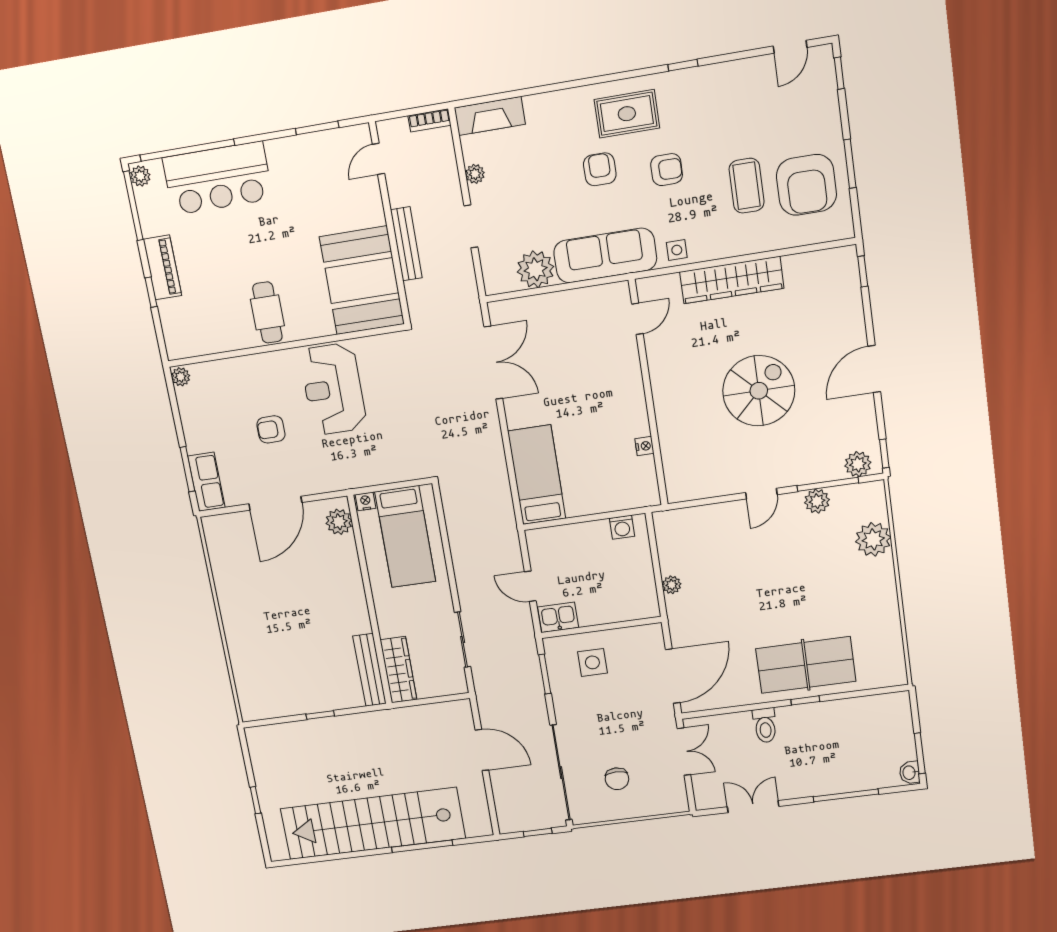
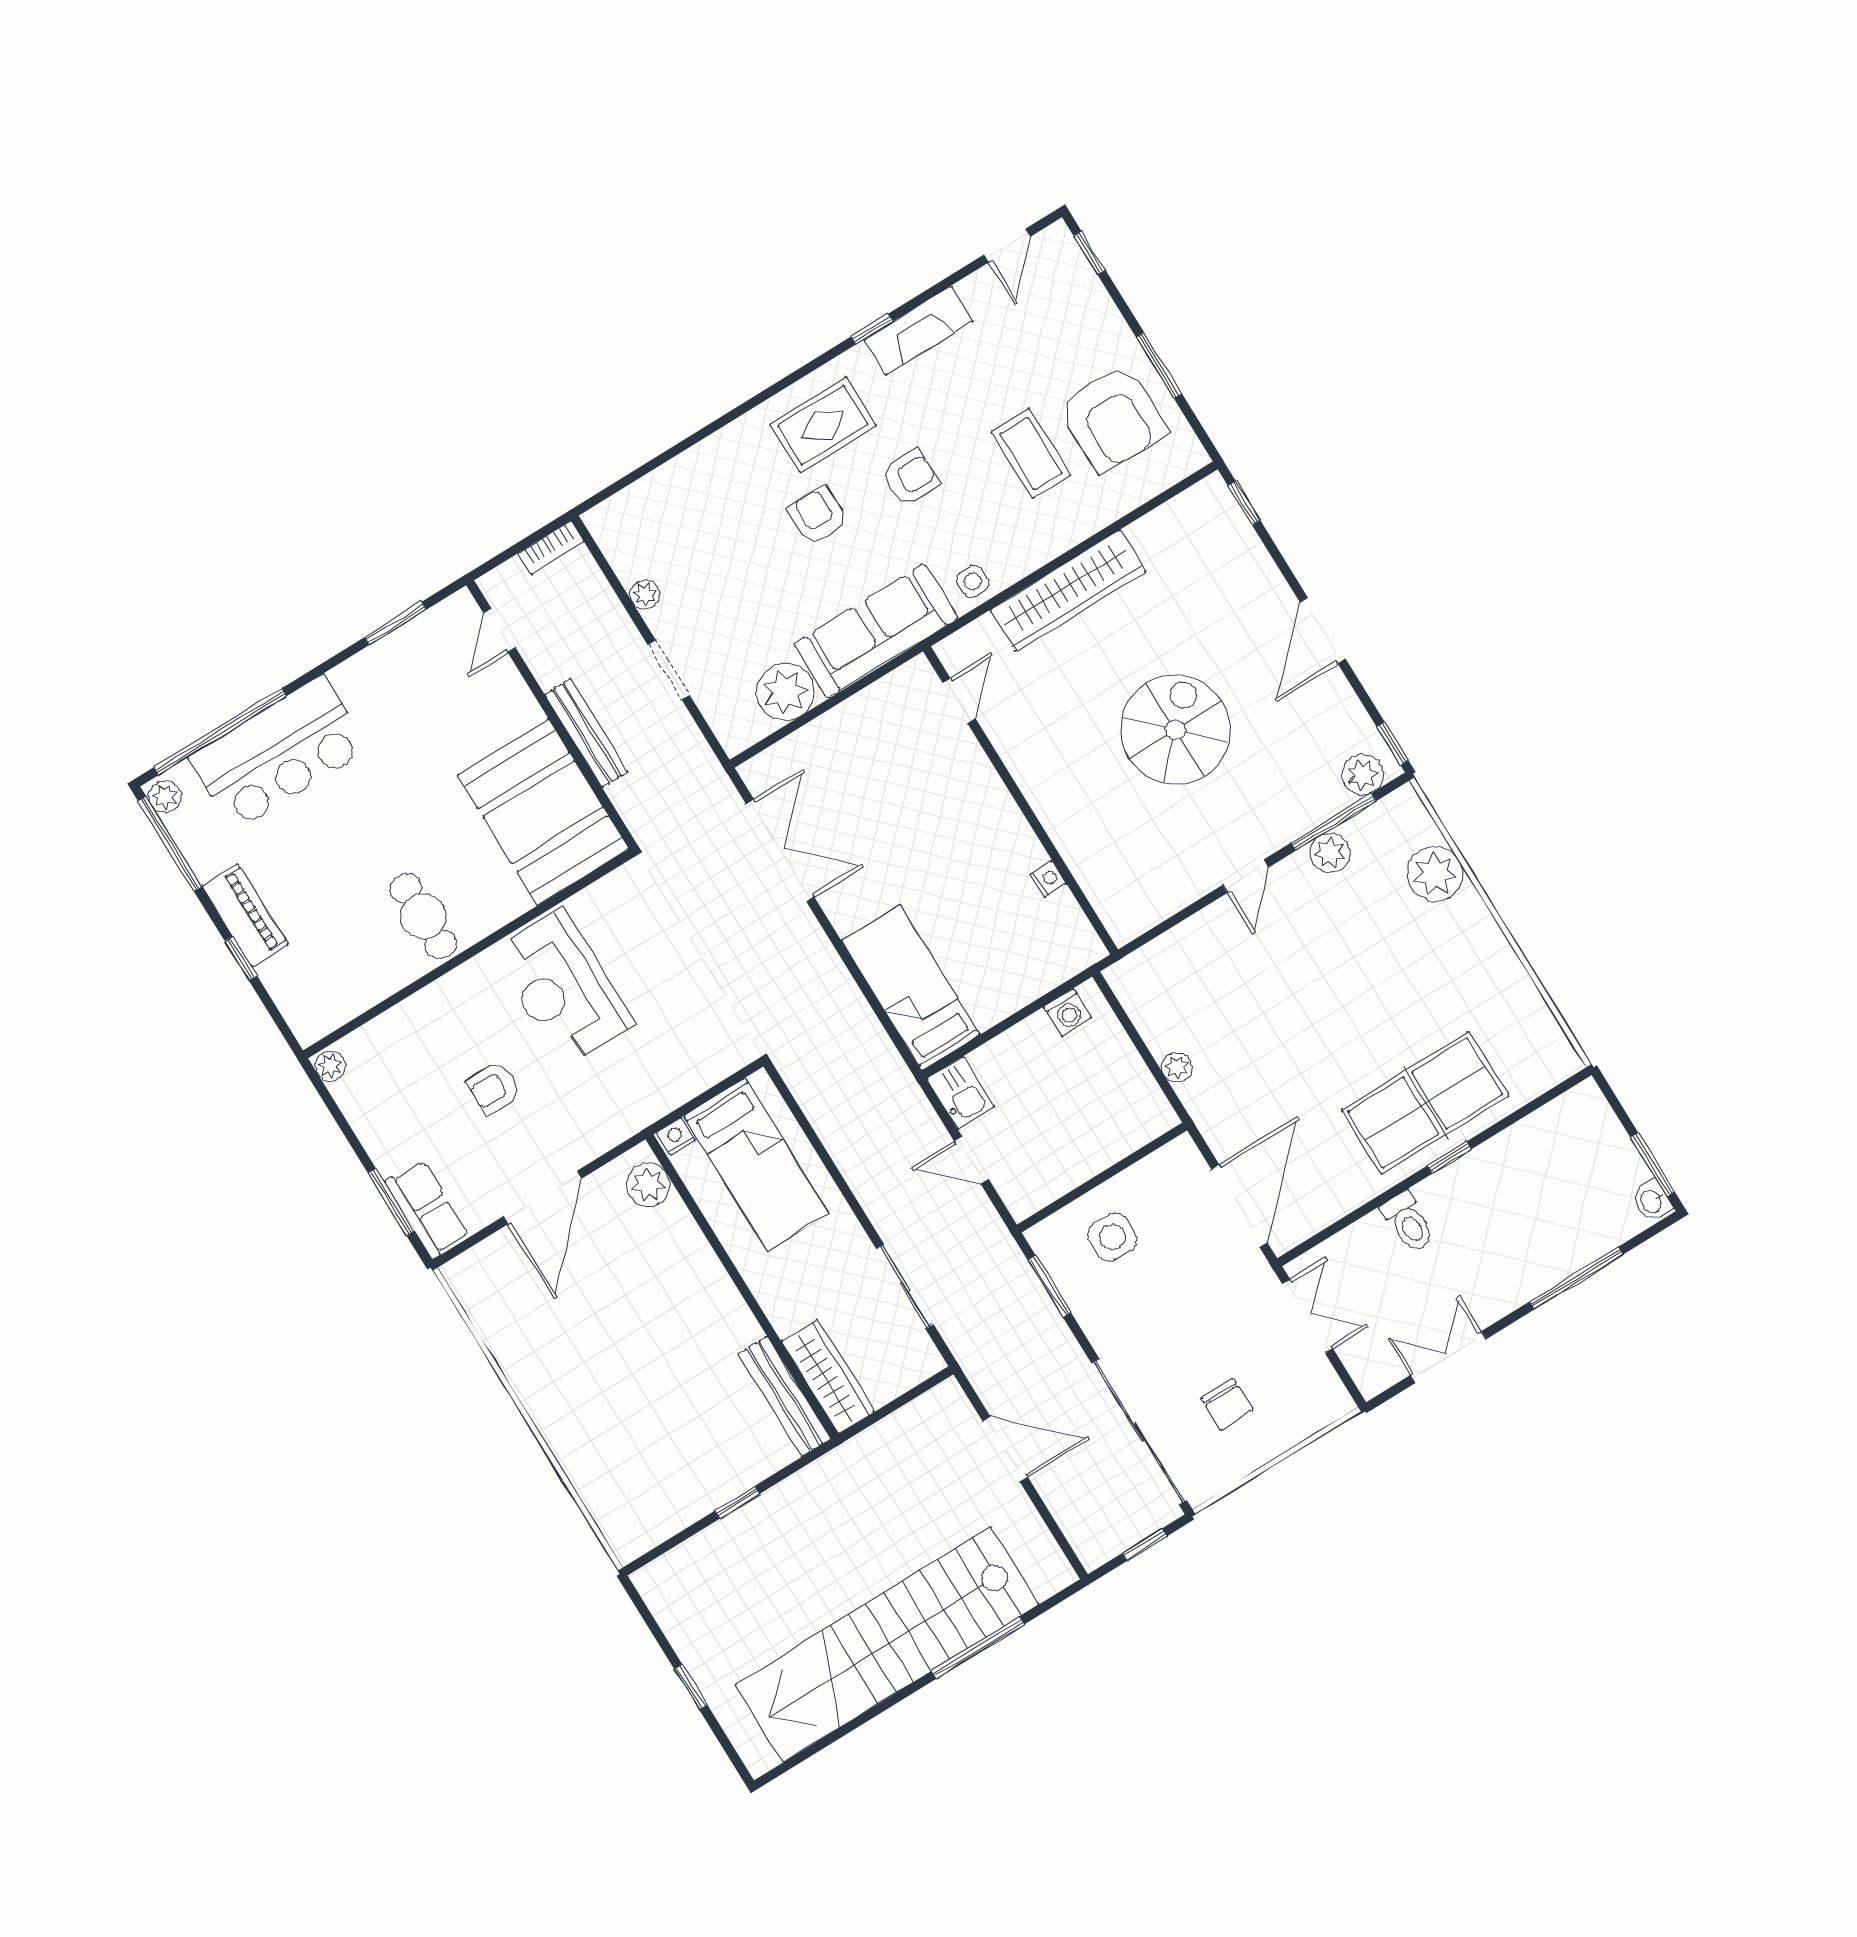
fireplace: (490, 116) -> (919, 330), moved
kitchen sink: (558, 617) -> (961, 1093), moved, turned 90

